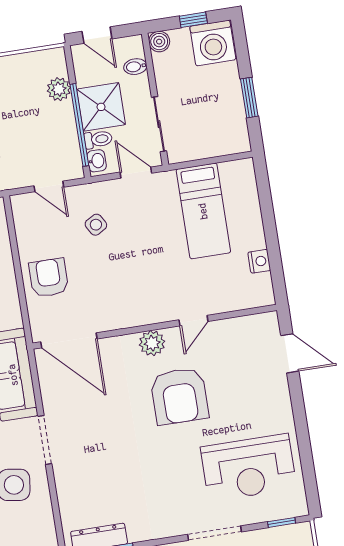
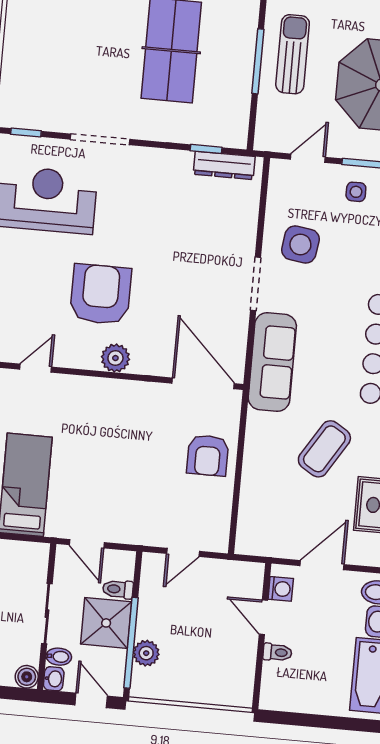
sliding door: (159, 124) -> (47, 614), moved
window: (79, 125) -> (131, 643), moved
washbasin: (97, 161) -> (54, 679), moved, turned 180
door: (49, 186) -> (183, 552), swing flipped
side table: (96, 225) -> (143, 499), removed
door: (193, 321) -> (36, 368), moved

